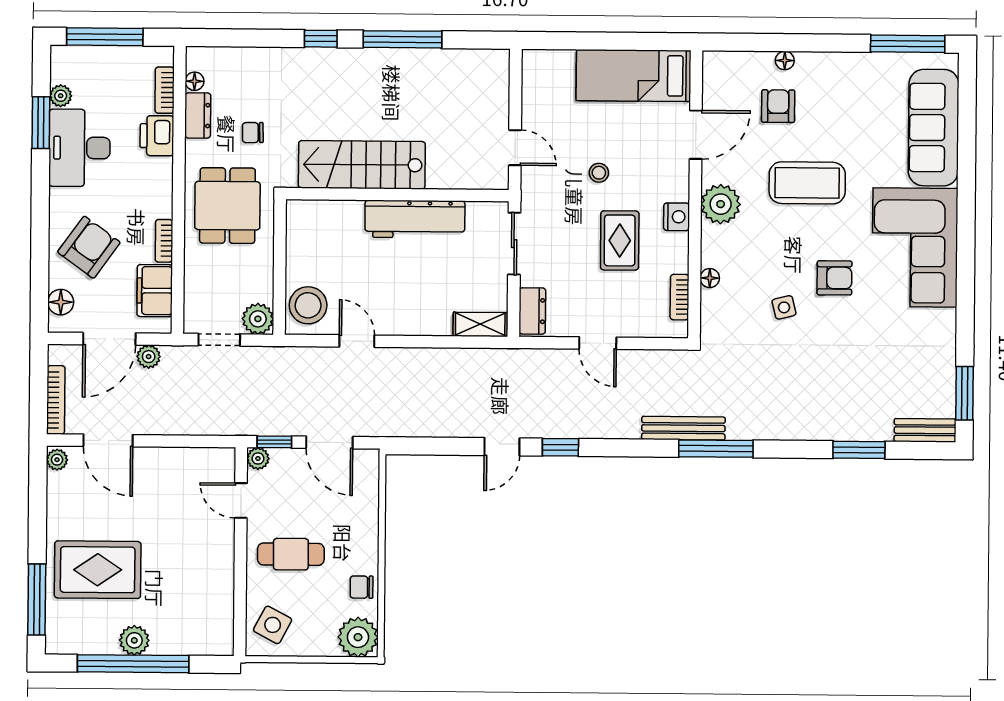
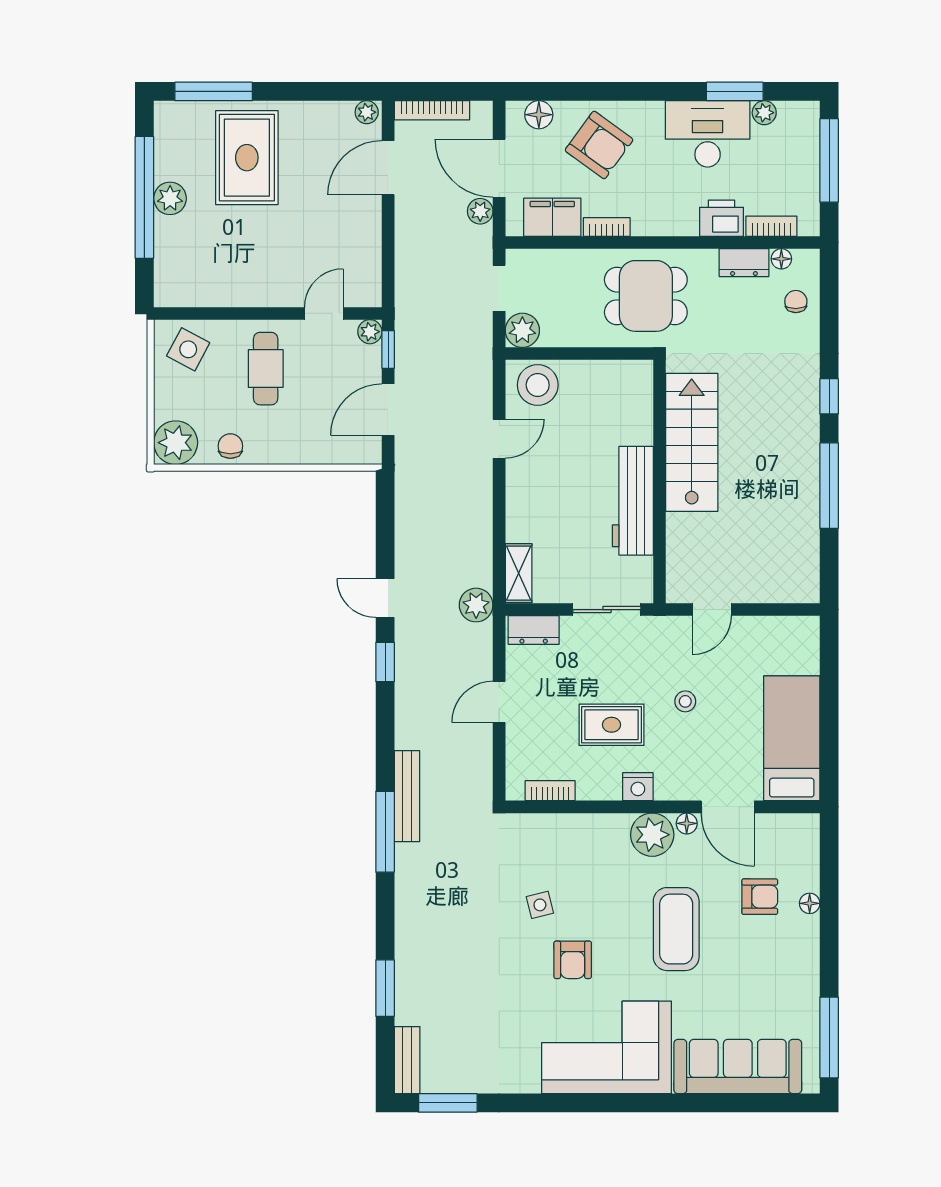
chair: (253, 133) -> (796, 302), moved
floor lamp: (710, 278) -> (687, 823), moved
plant: (509, 363) -> (476, 605), added

